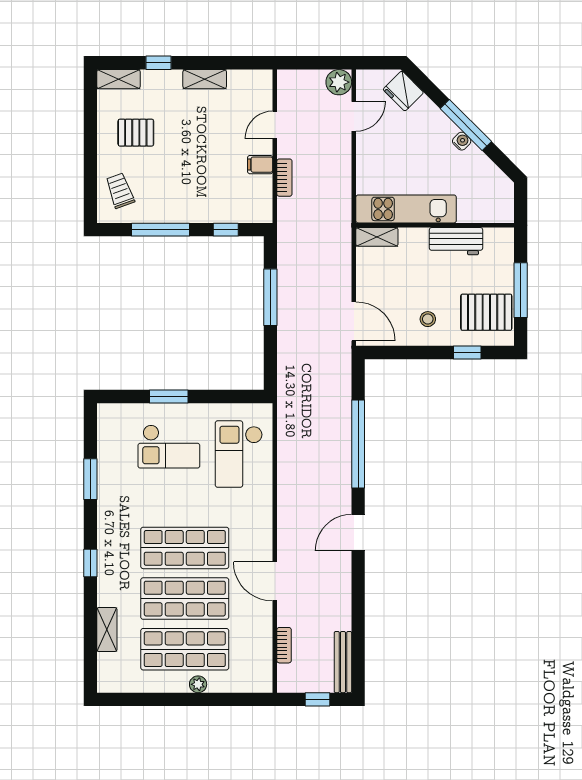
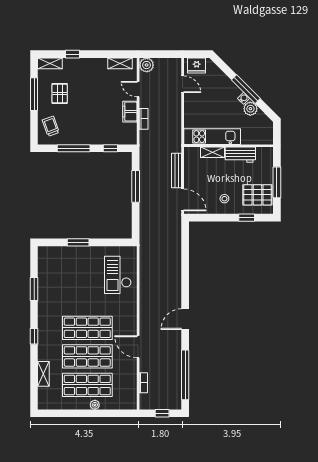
shelving: (205, 79) -> (120, 63), moved
plant: (339, 82) -> (147, 65), moved
fridge: (403, 91) -> (197, 65), moved, turned -45
door: (354, 116) -> (183, 84), hinge flipped
door: (275, 125) -> (138, 89), hinge flipped
pallet: (136, 133) -> (60, 93), turned 90
window: (90, 134) -> (34, 94), added
plant: (474, 160) -> (250, 109), added
filing cabinet: (260, 165) -> (130, 112), width x2.00
shelving: (377, 237) -> (213, 152), moved
window: (358, 444) -> (185, 375), moved
checkout: (169, 447) -> (78, 271), removed
bench: (343, 662) -> (177, 170), moved

